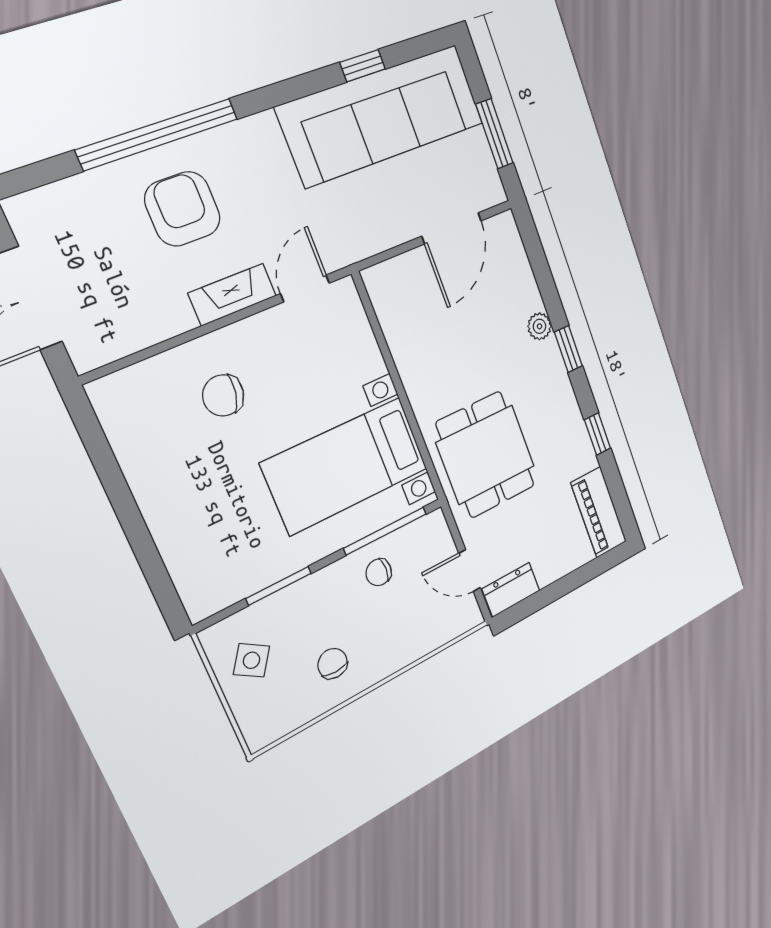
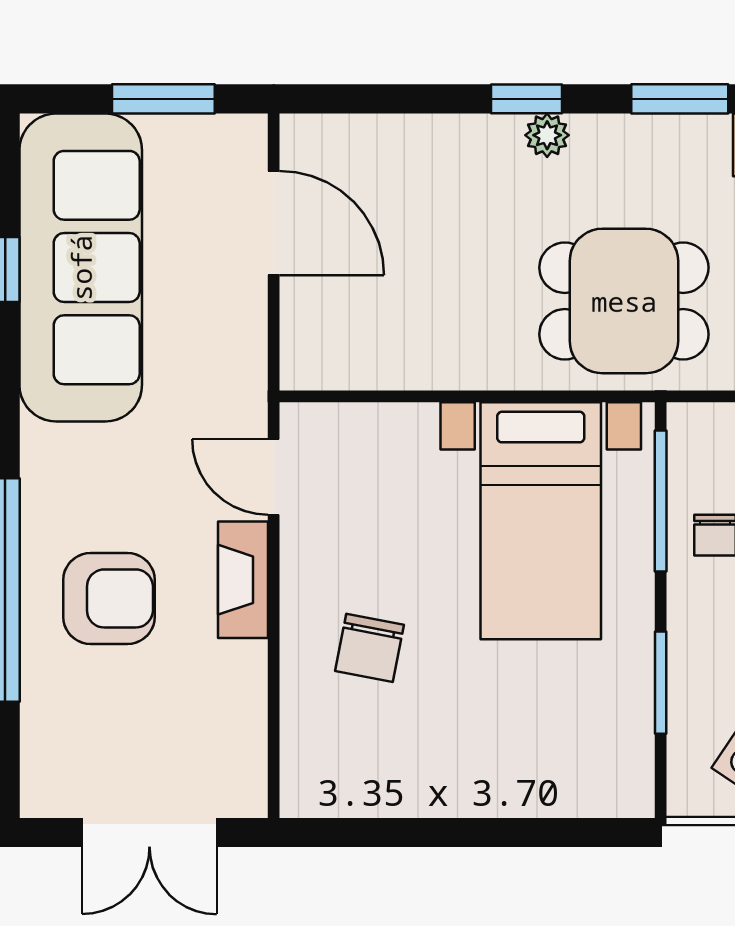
armchair: (183, 209) -> (109, 598), turned 180
plant: (539, 326) -> (547, 135), moved
window: (597, 434) -> (680, 99), width x1.50

